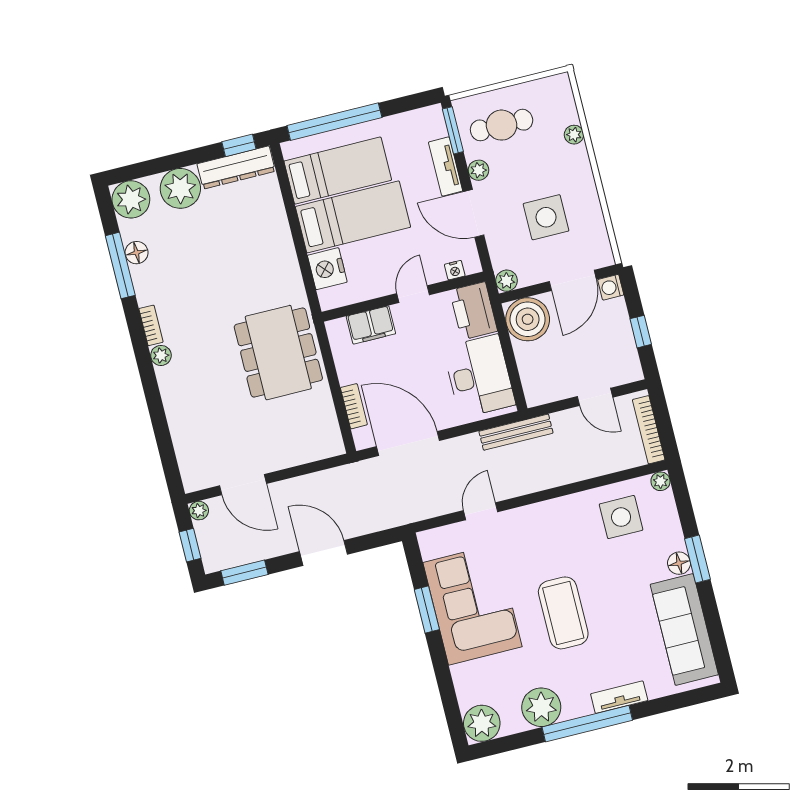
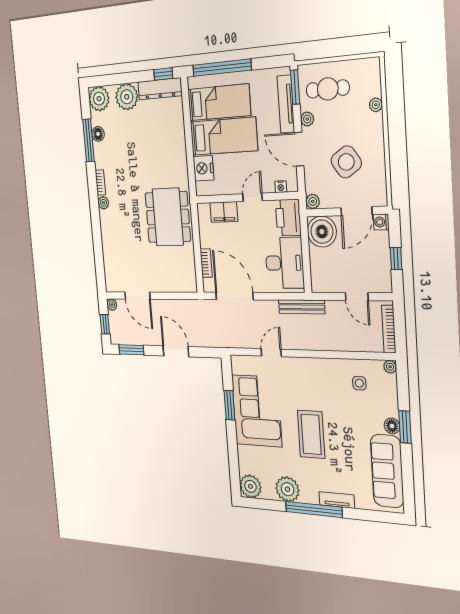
tv unit: (446, 167) -> (286, 104), width x1.41
side table: (546, 217) -> (346, 162), turned -34
side table: (621, 517) -> (359, 383), width x0.54, depth x0.54

